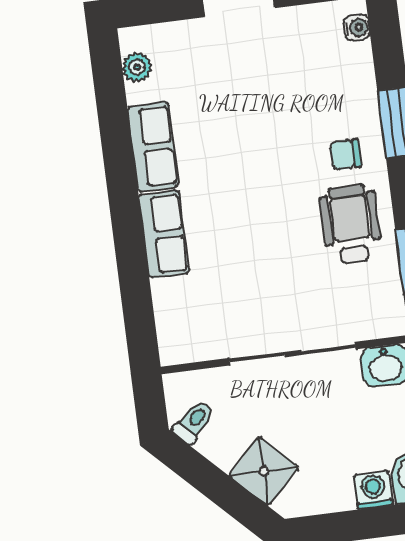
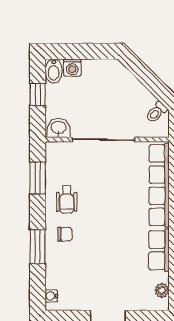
wheelchair: (351, 224) -> (67, 200), width x0.73, depth x0.73
row of seats: (164, 234) -> (159, 185), width x2.02
shower: (264, 471) -> (125, 84), removed

